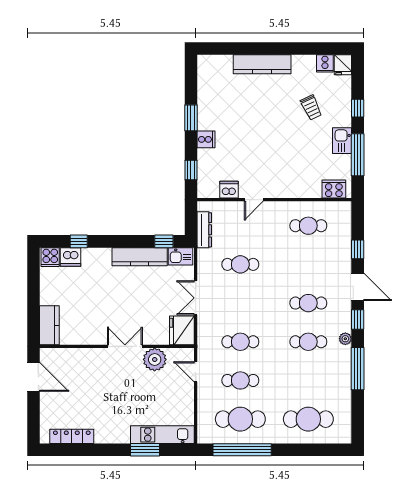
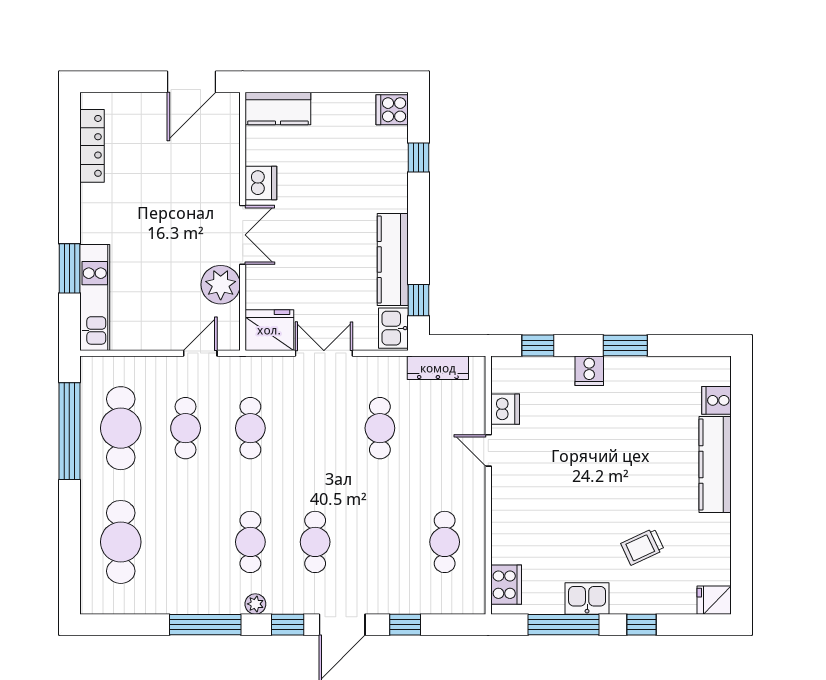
cooker: (325, 63) -> (717, 400), moved
dishwasher: (71, 257) -> (261, 183), moved, turned 180

